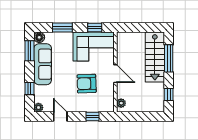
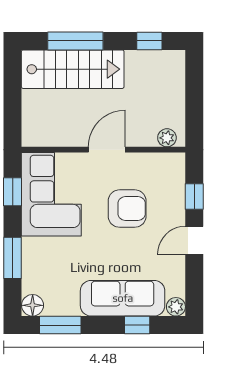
sofa: (43, 64) -> (123, 298), moved
armchair: (87, 84) -> (127, 209), turned -88
door: (60, 116) -> (194, 240), moved

